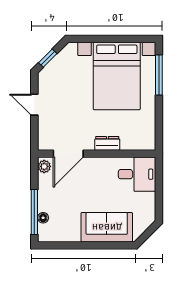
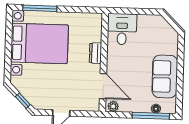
sofa: (107, 227) -> (165, 76), moved

